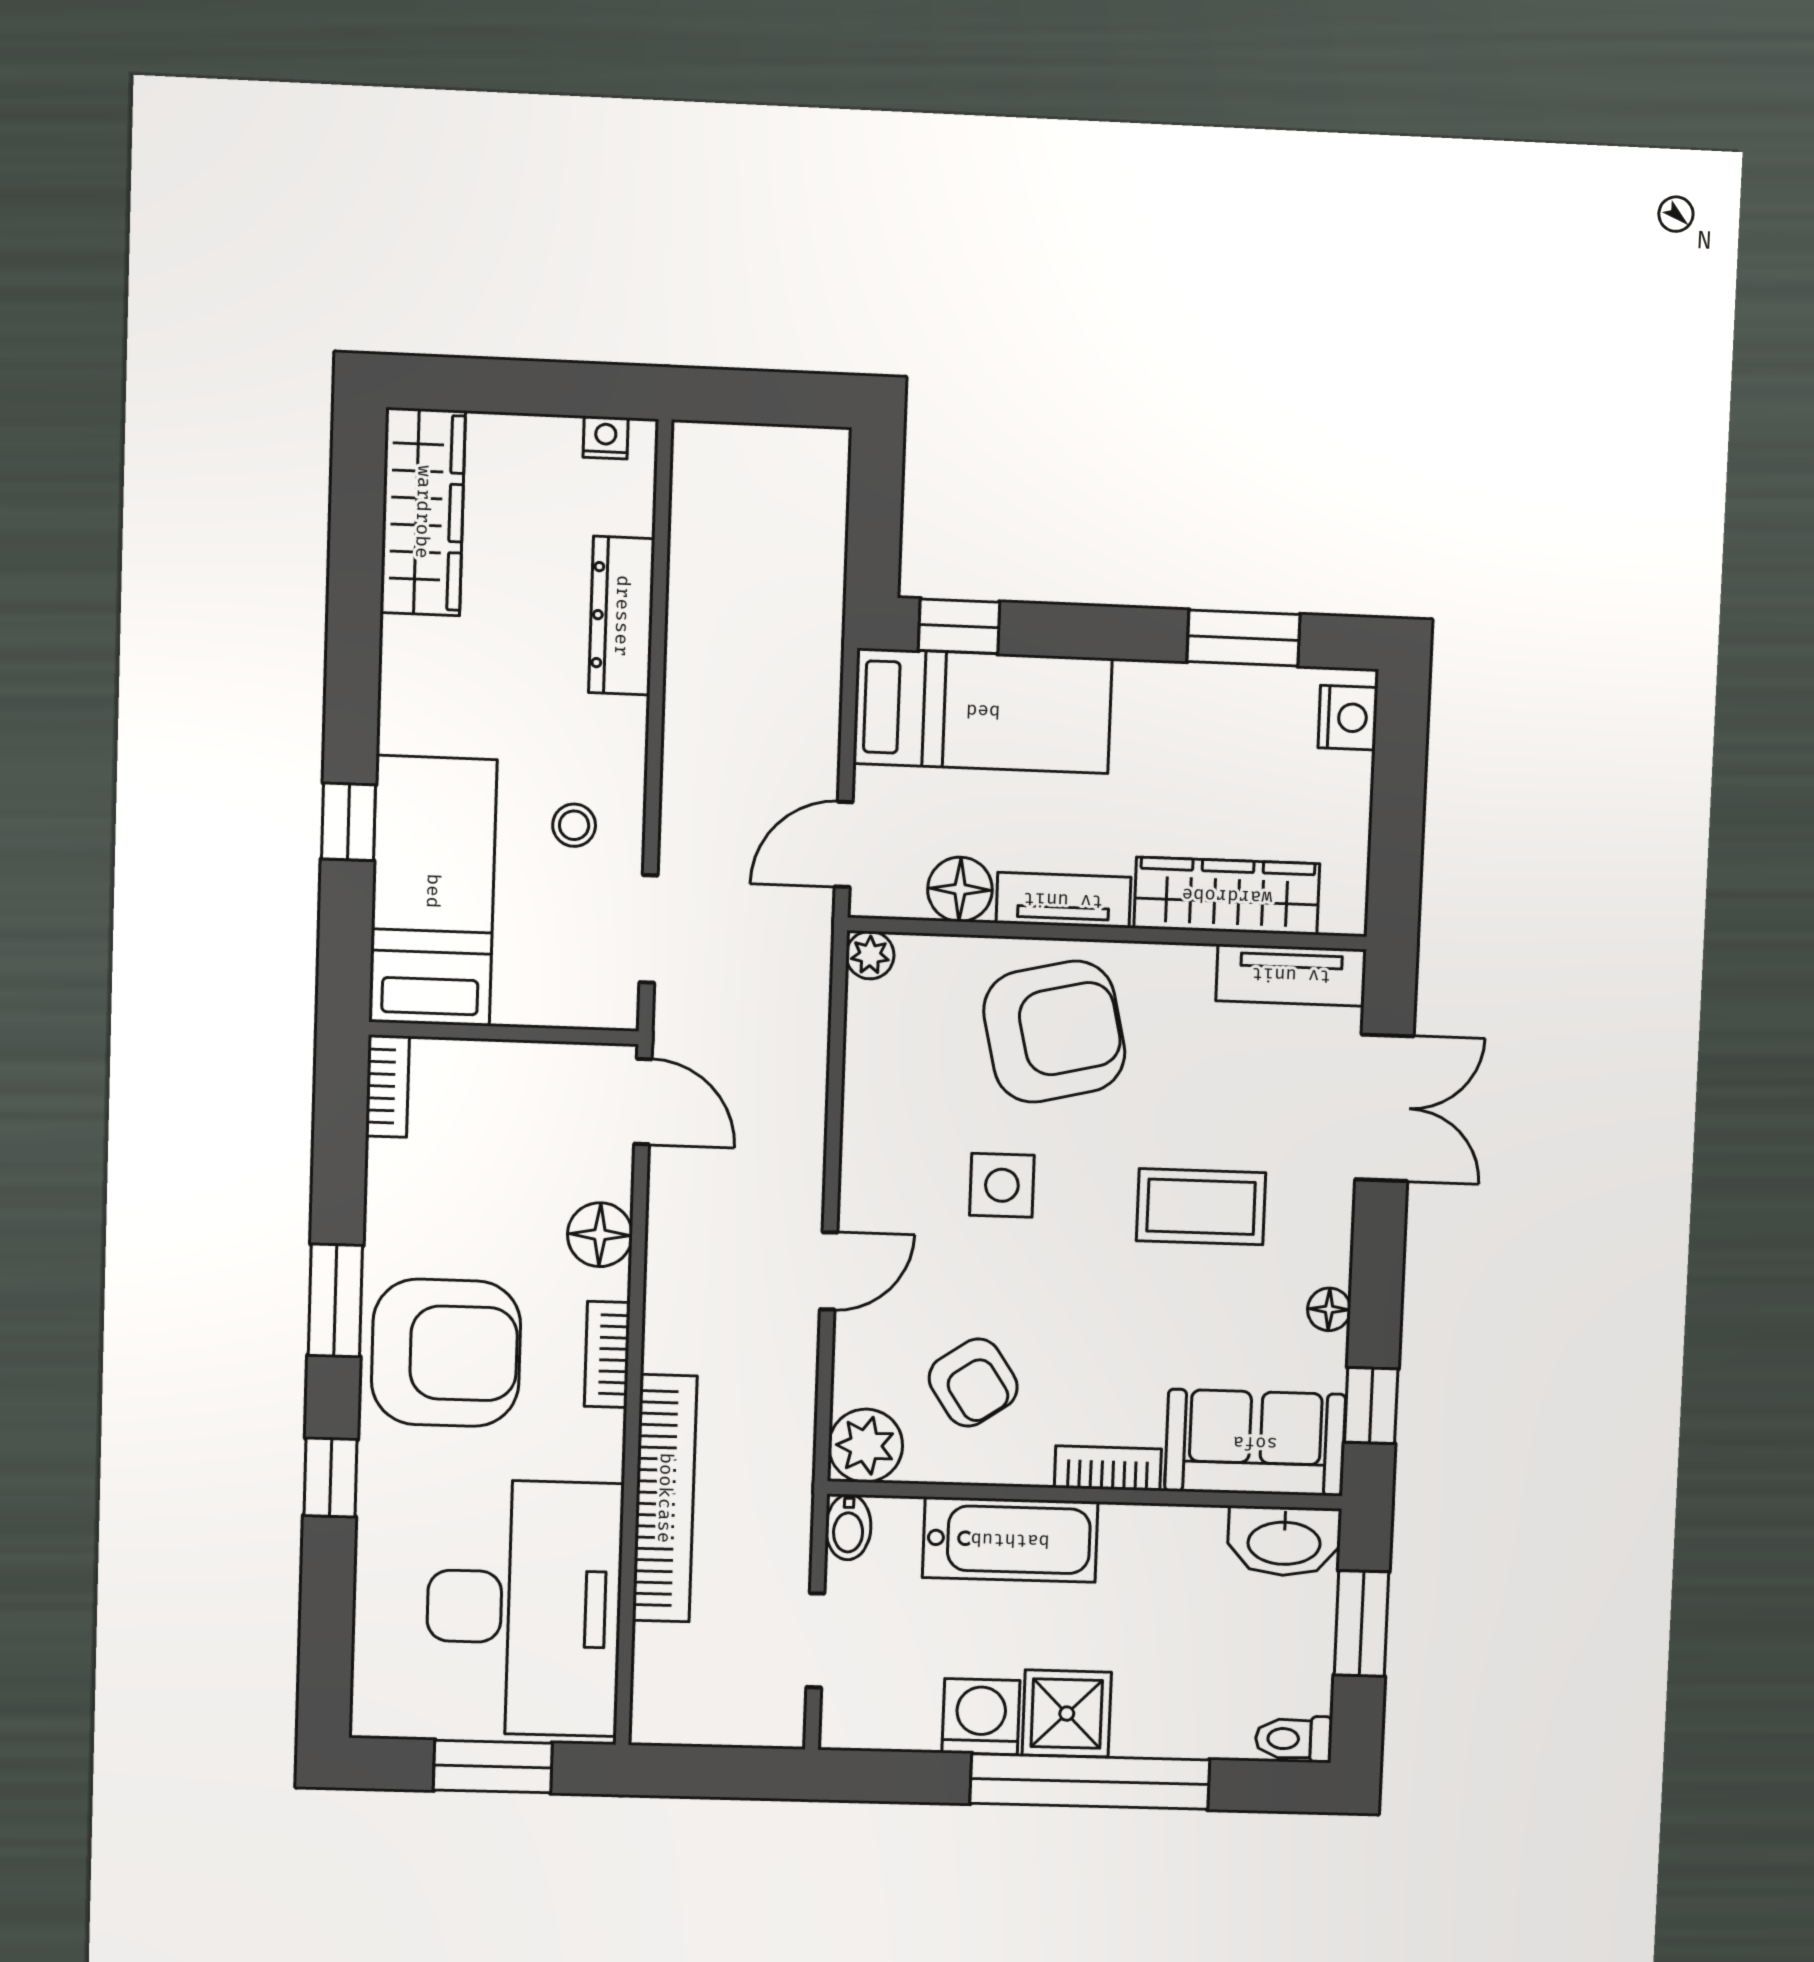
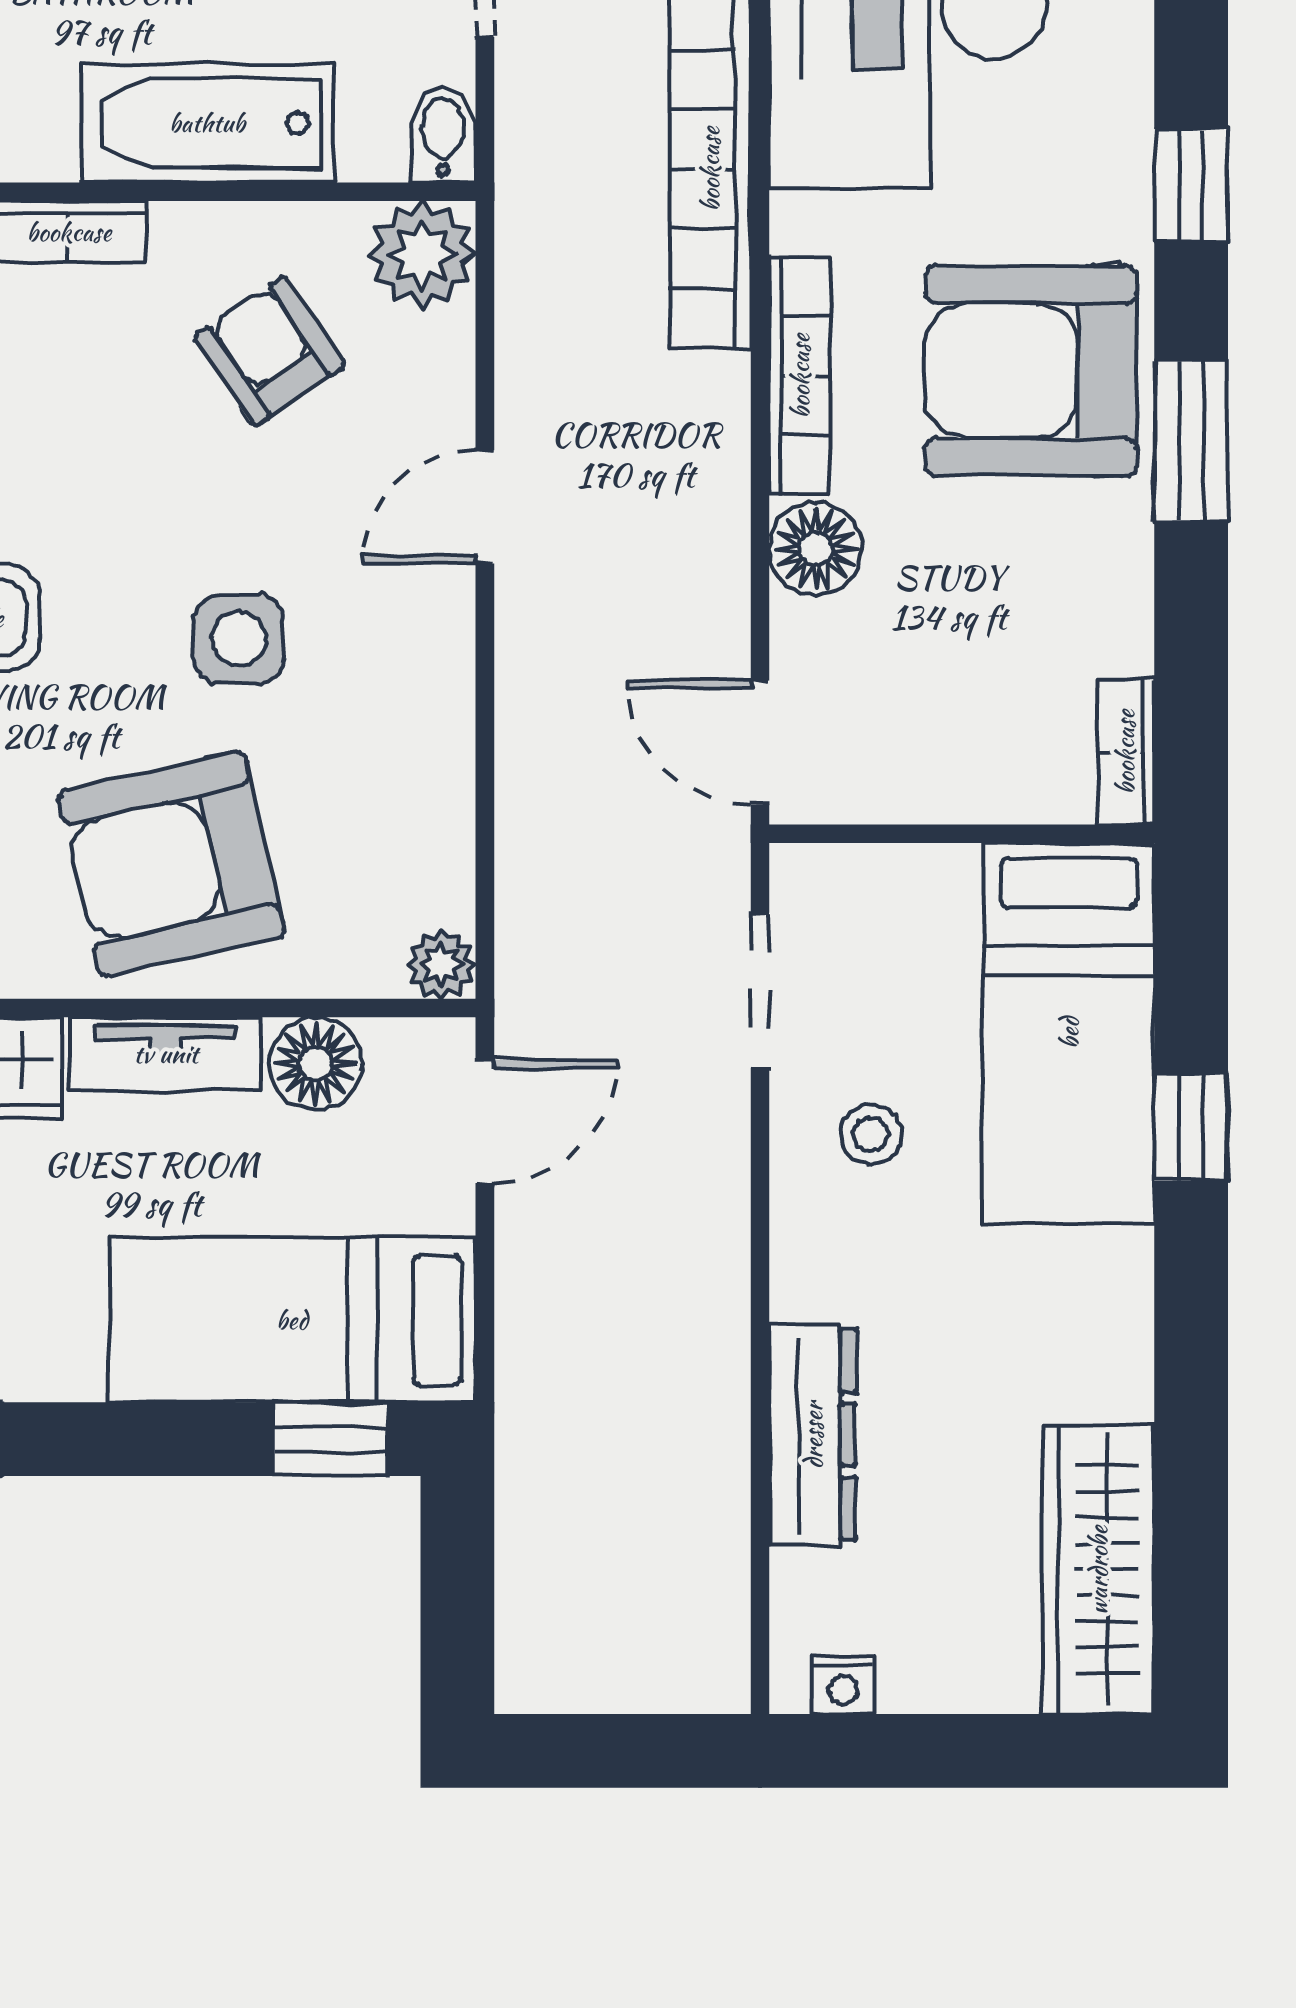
bookcase: (607, 1354) -> (800, 376), width x1.56

